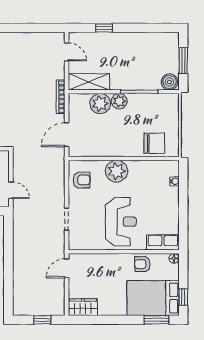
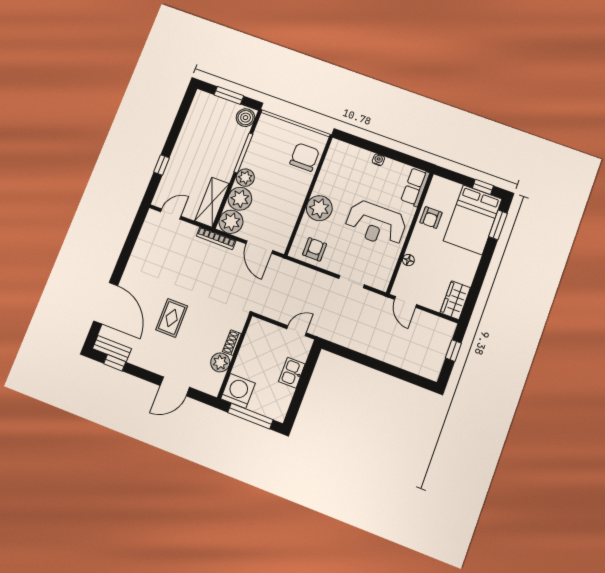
plant: (79, 104) -> (231, 222), added
water cooler: (174, 181) -> (378, 160), moved
reception desk: (121, 222) -> (376, 224), turned 180
floor lamp: (174, 258) -> (408, 260), moved

